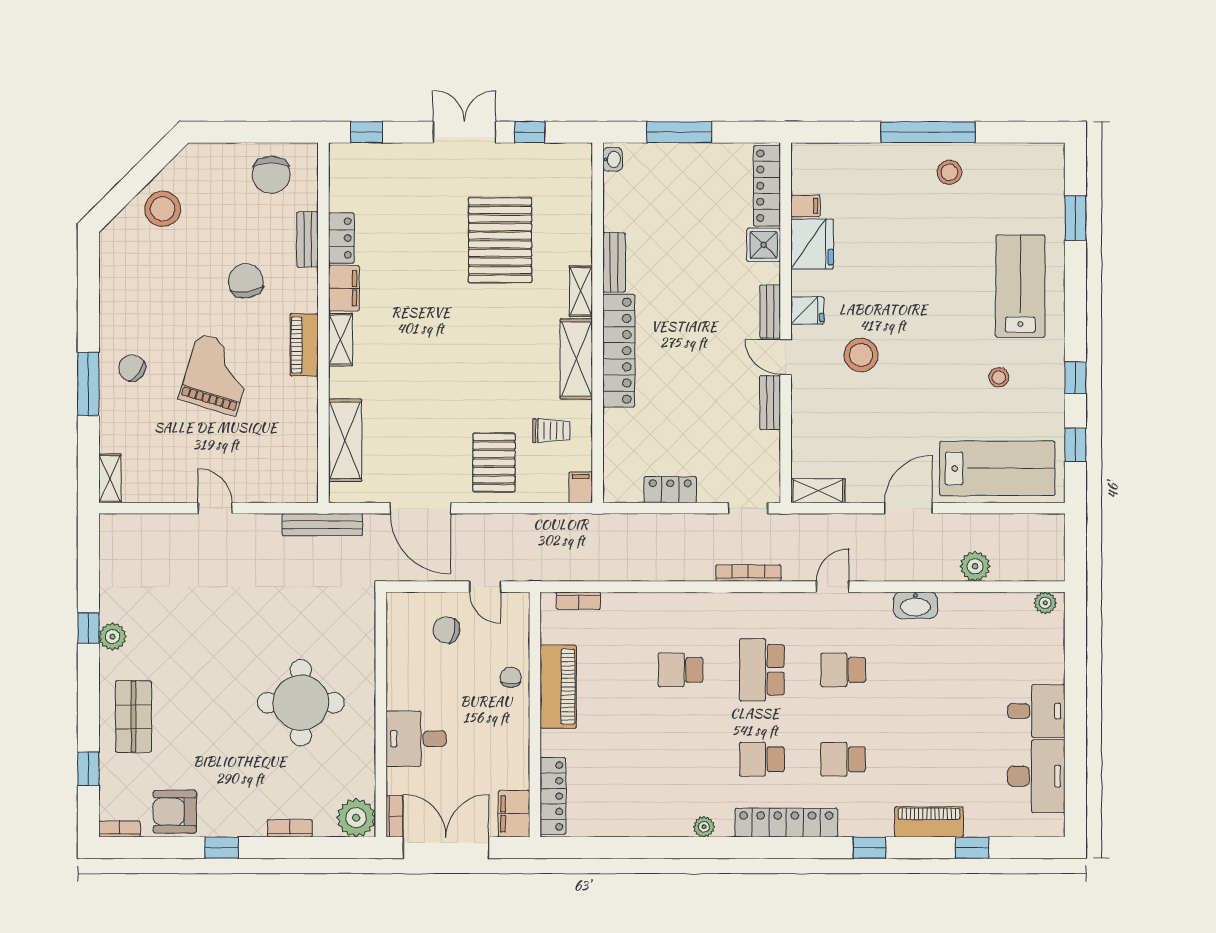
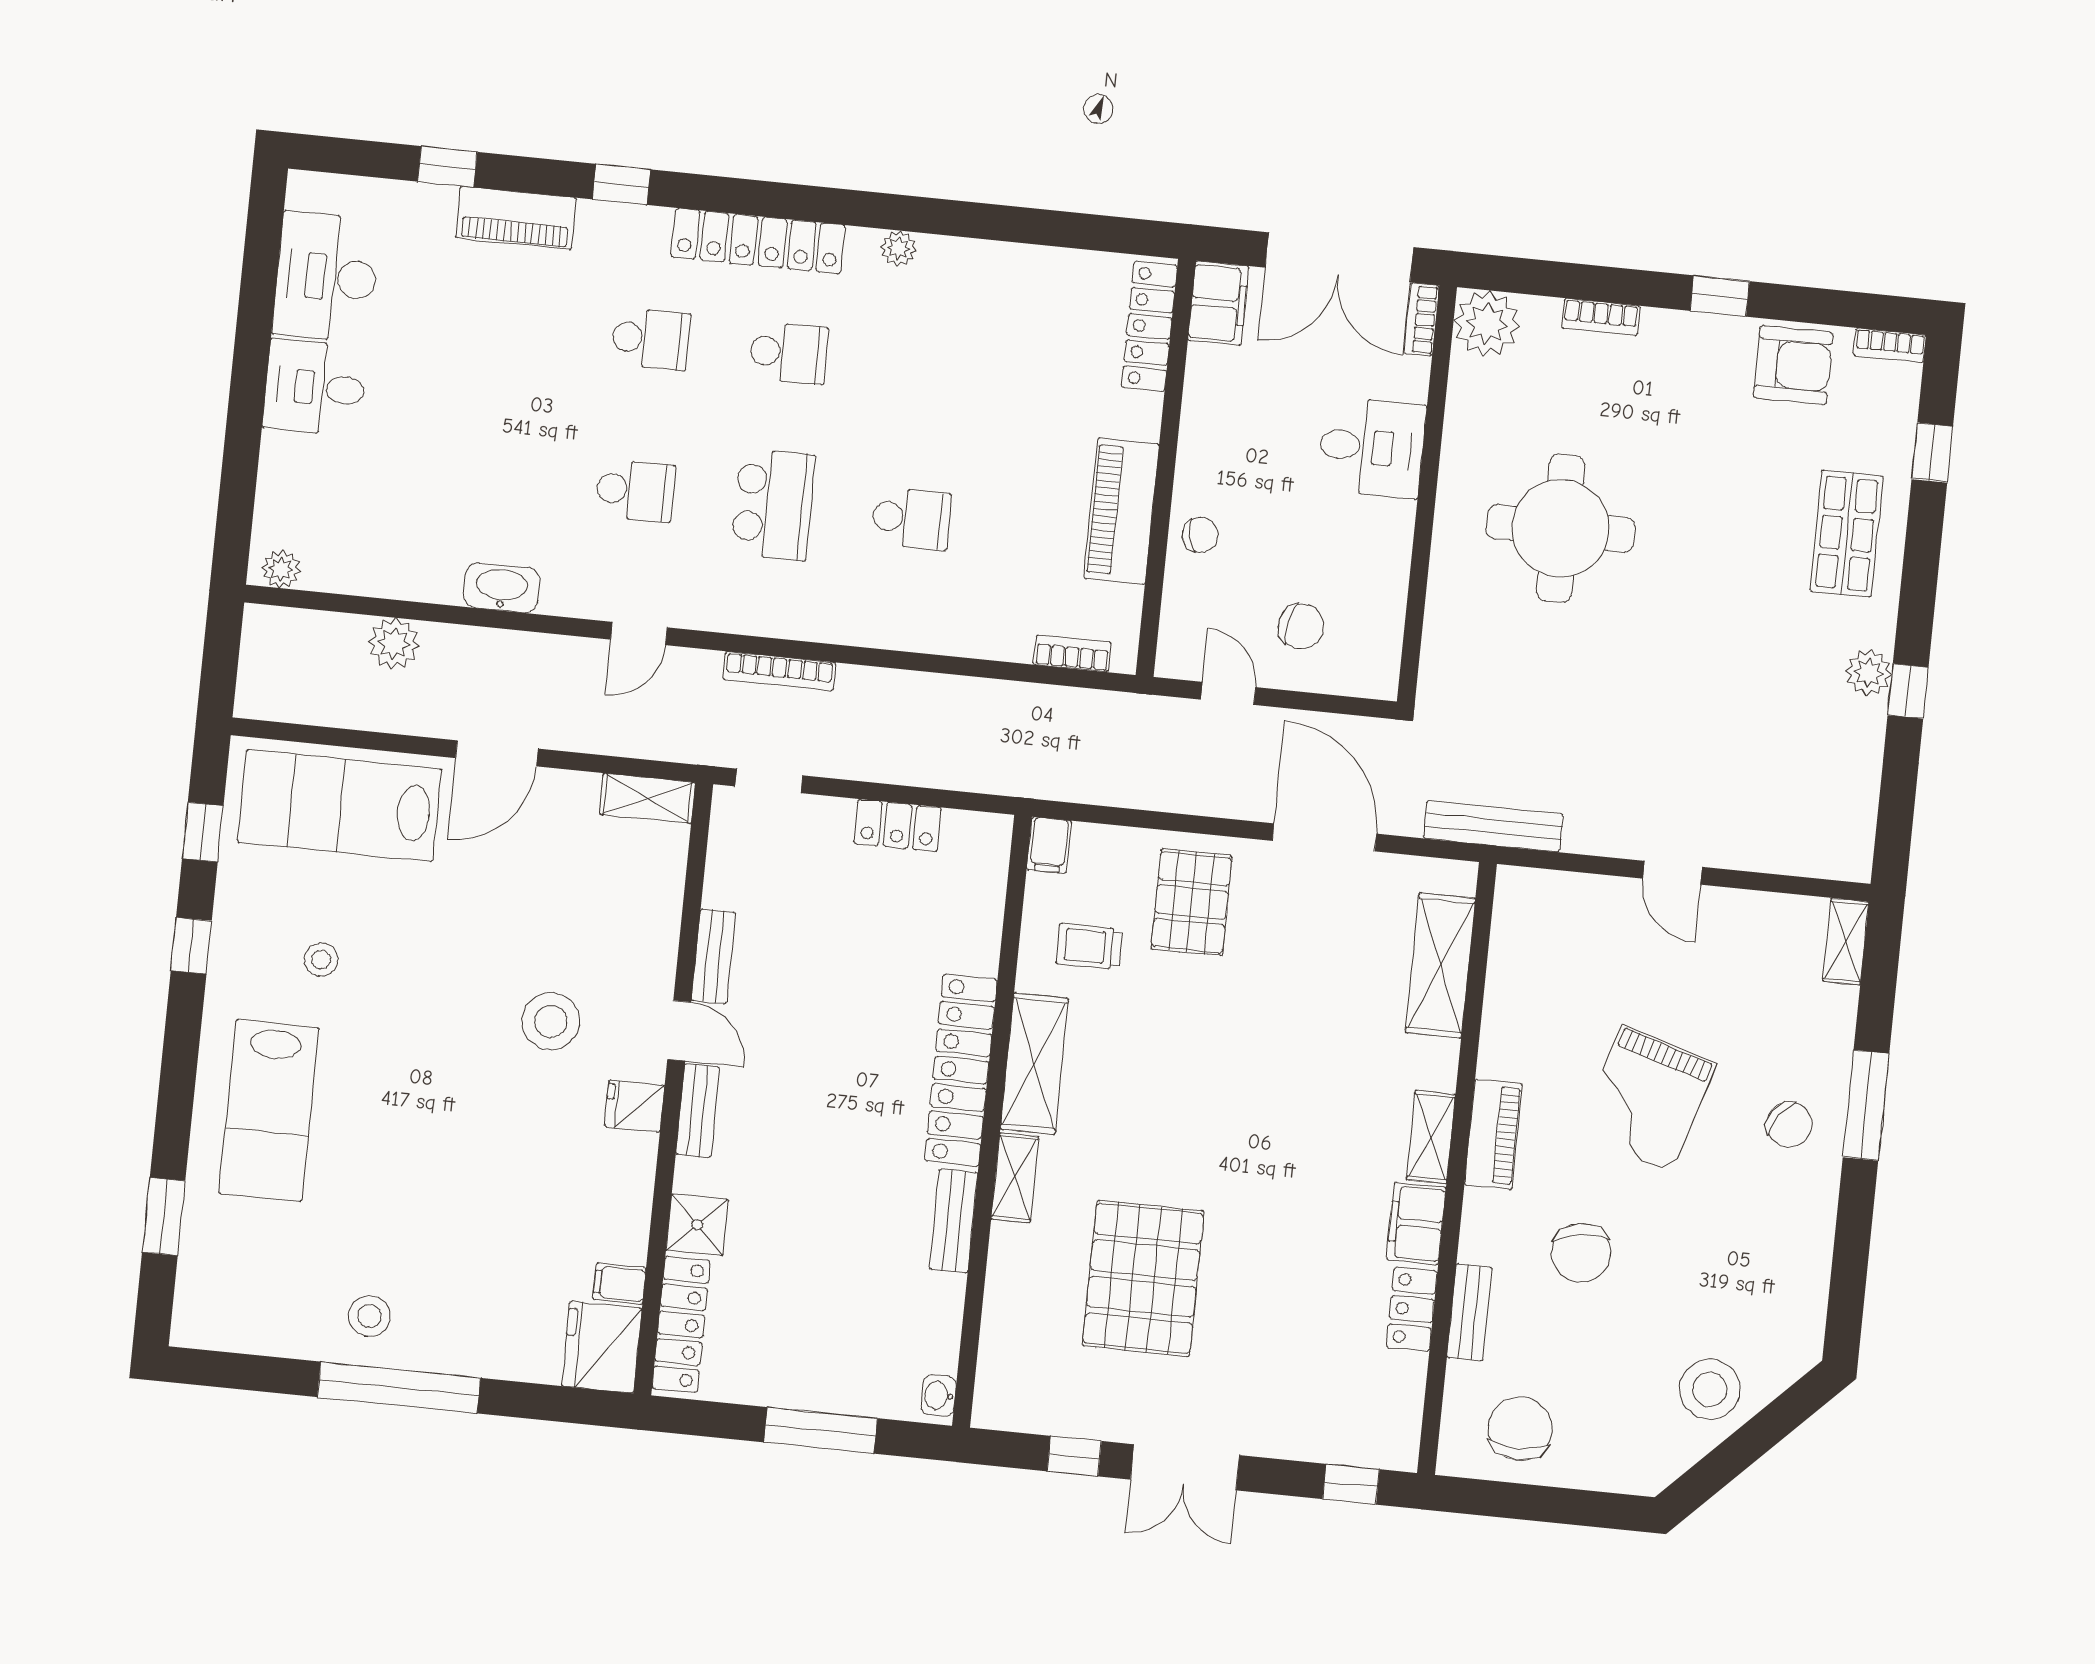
fridge: (812, 244) -> (602, 1347), moved
chair: (511, 677) -> (1200, 535), turned -101

